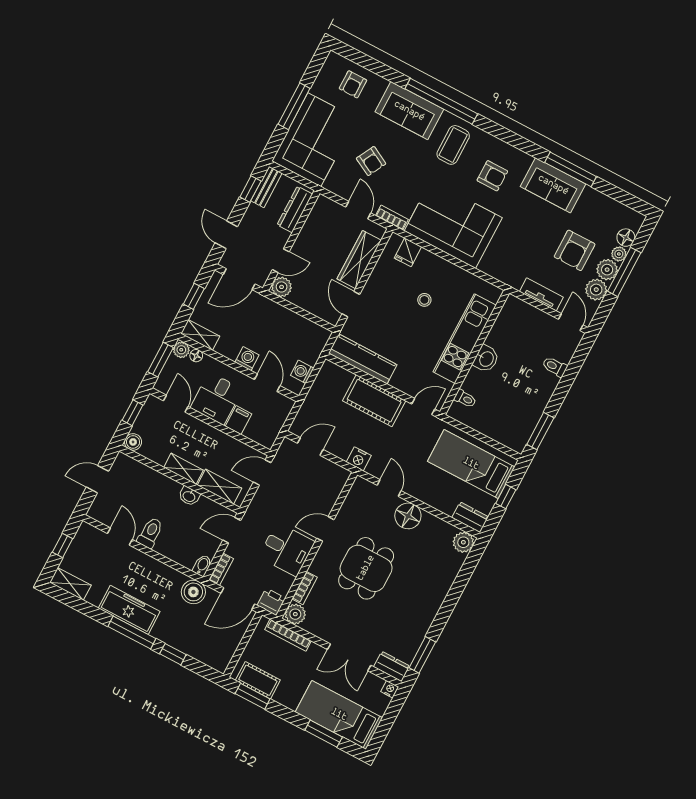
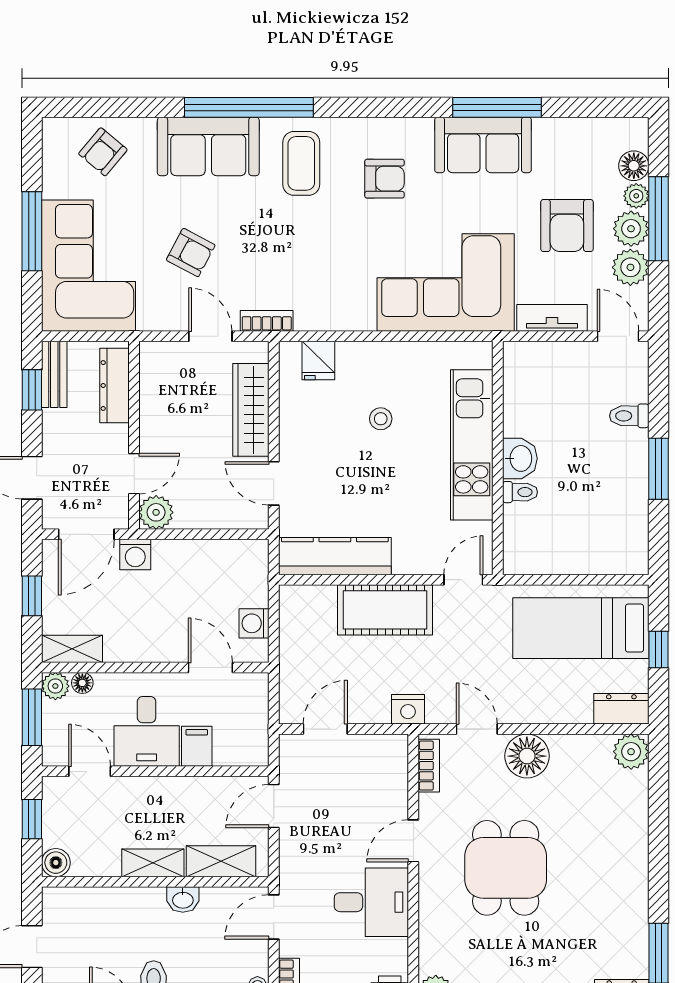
armchair: (353, 84) -> (103, 152), turned 40
corner sofa: (453, 224) -> (446, 282), moved
washing machine: (247, 359) -> (135, 554), moved, turned 180
toilet: (465, 399) -> (520, 492), moved
window: (540, 431) -> (658, 469), moved
bookcase: (305, 588) -> (429, 766), moved

